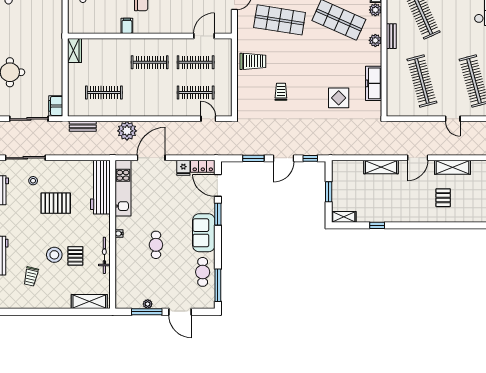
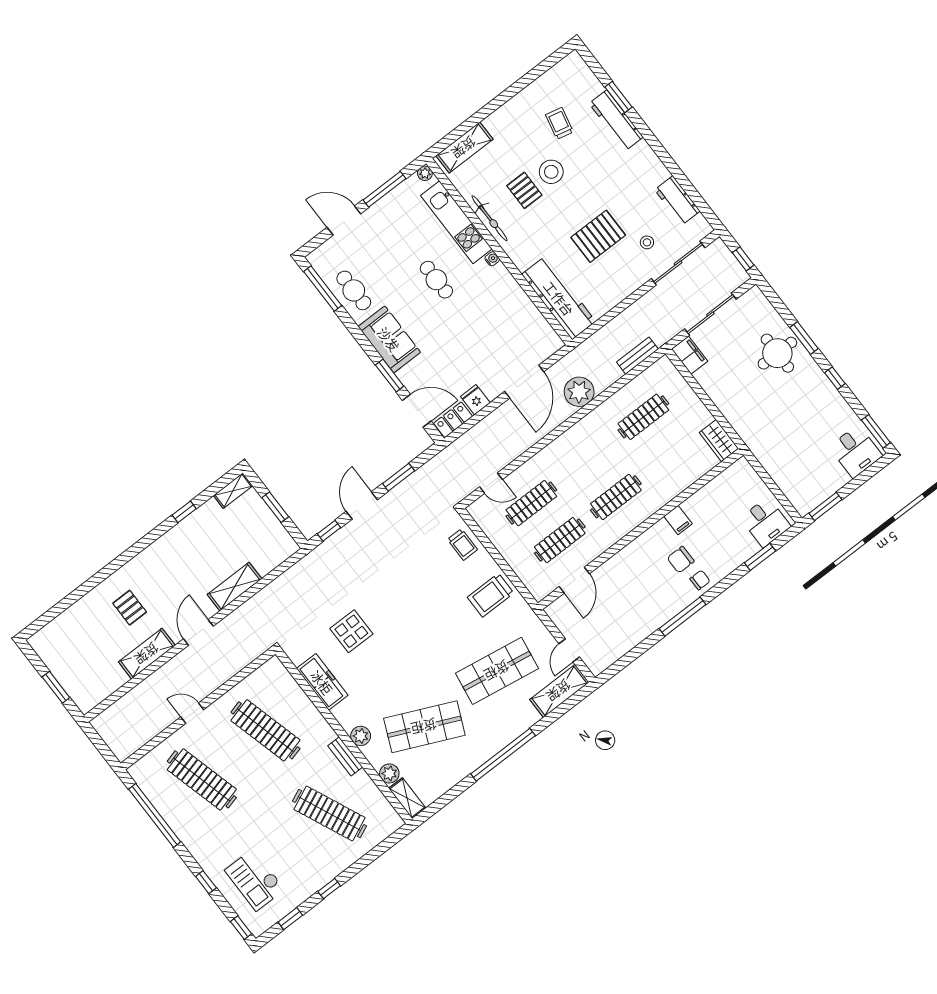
trolley: (281, 92) -> (462, 544), moved
kitchen unit: (123, 188) -> (456, 222), moved
plant: (148, 304) -> (425, 173), moved

